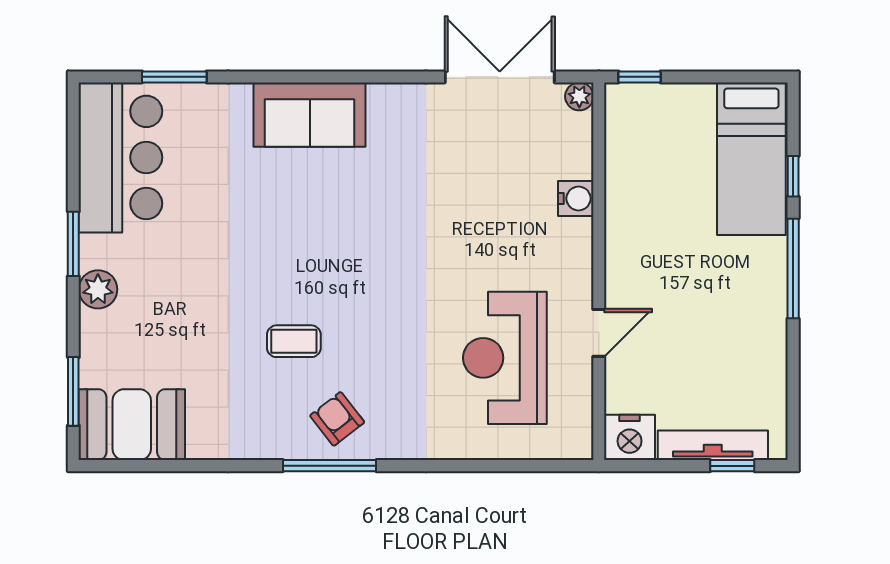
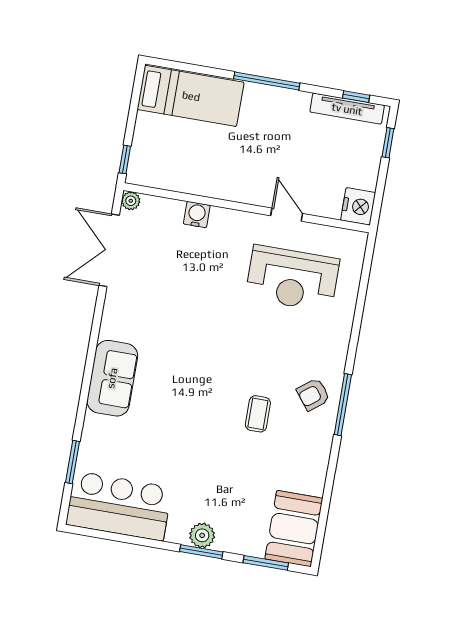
window: (793, 176) -> (356, 97), moved
window: (73, 244) -> (201, 552), moved
tv unit: (713, 445) -> (347, 109), moved, turned -90

